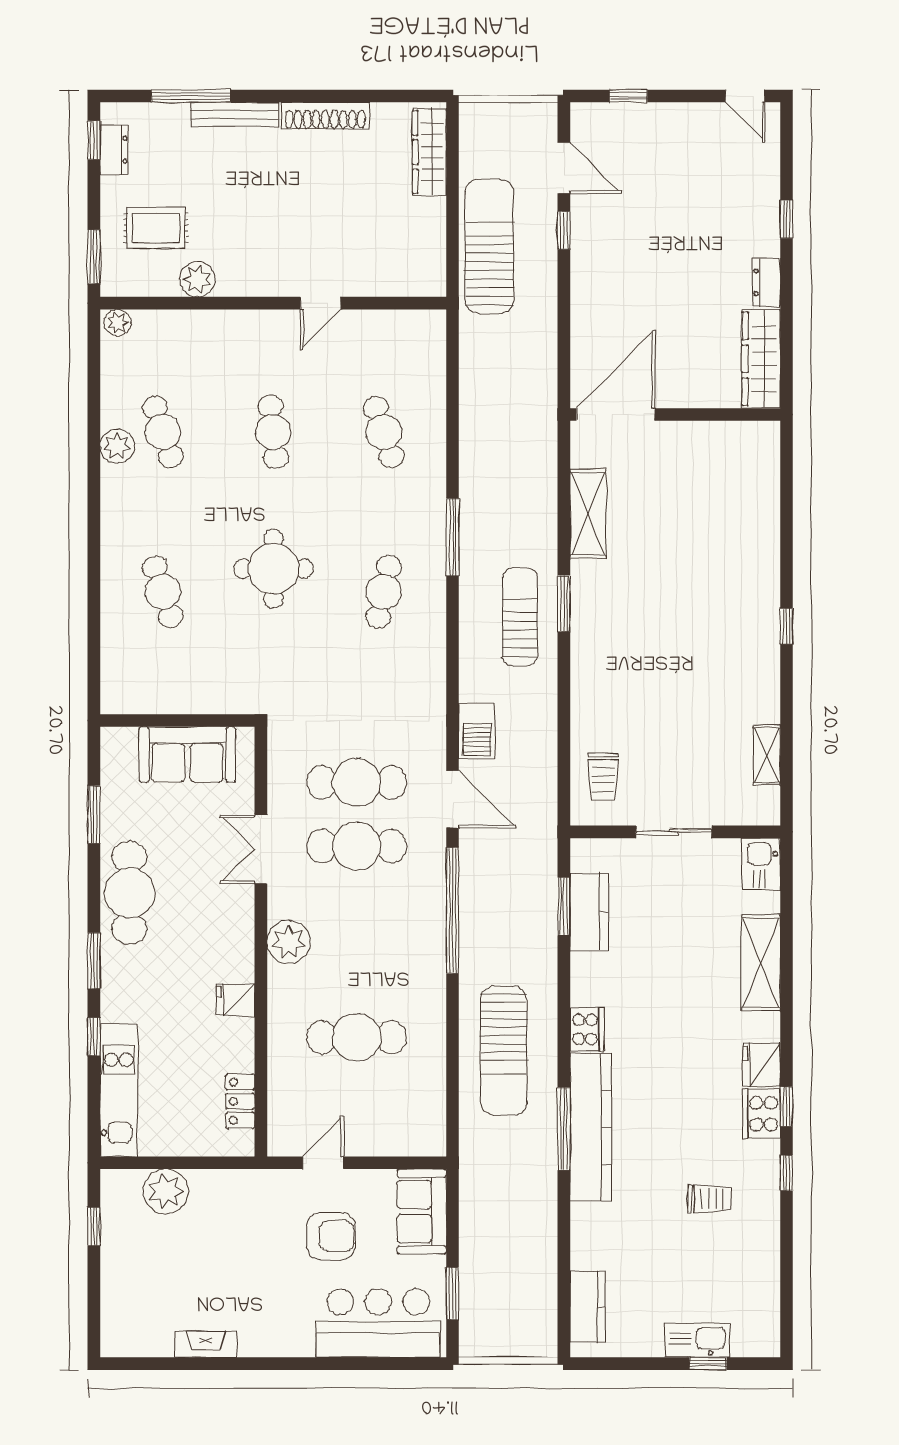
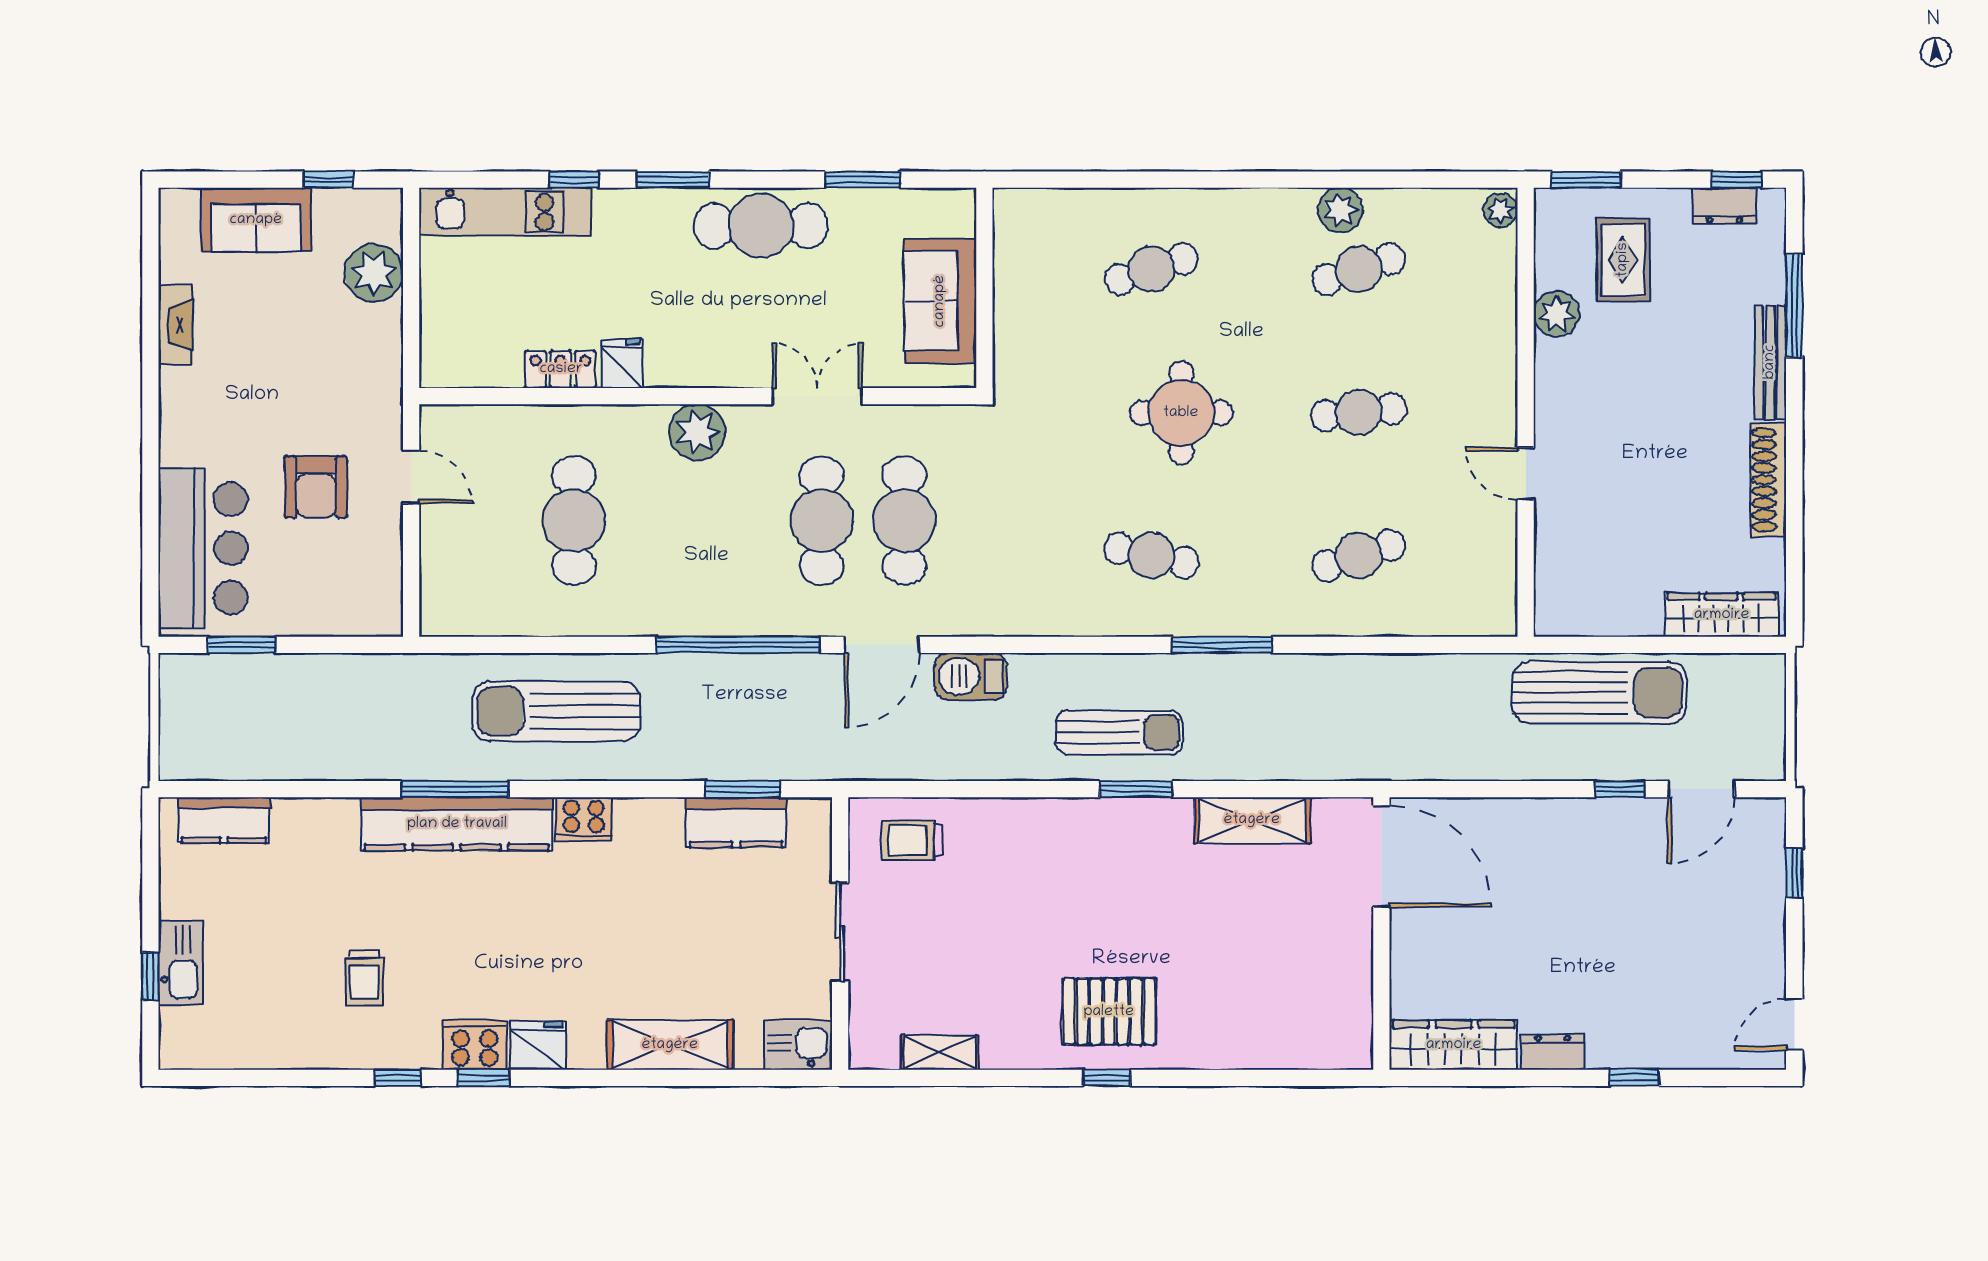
pallet: (735, 624) -> (1109, 1012), added
locker: (240, 1101) -> (561, 369), moved
sofa: (422, 1212) -> (256, 220), moved, turned 180

